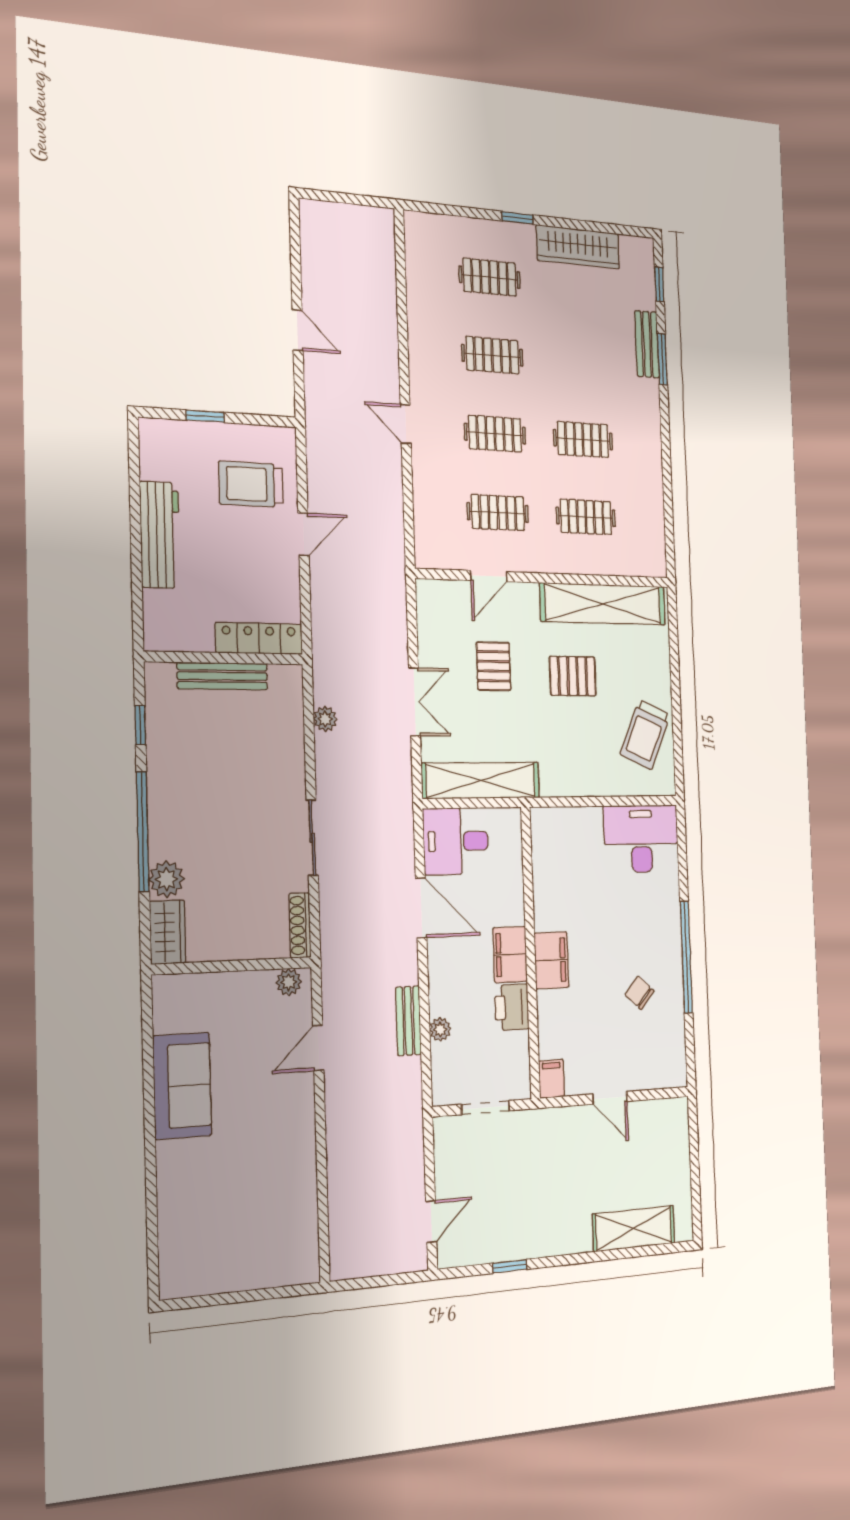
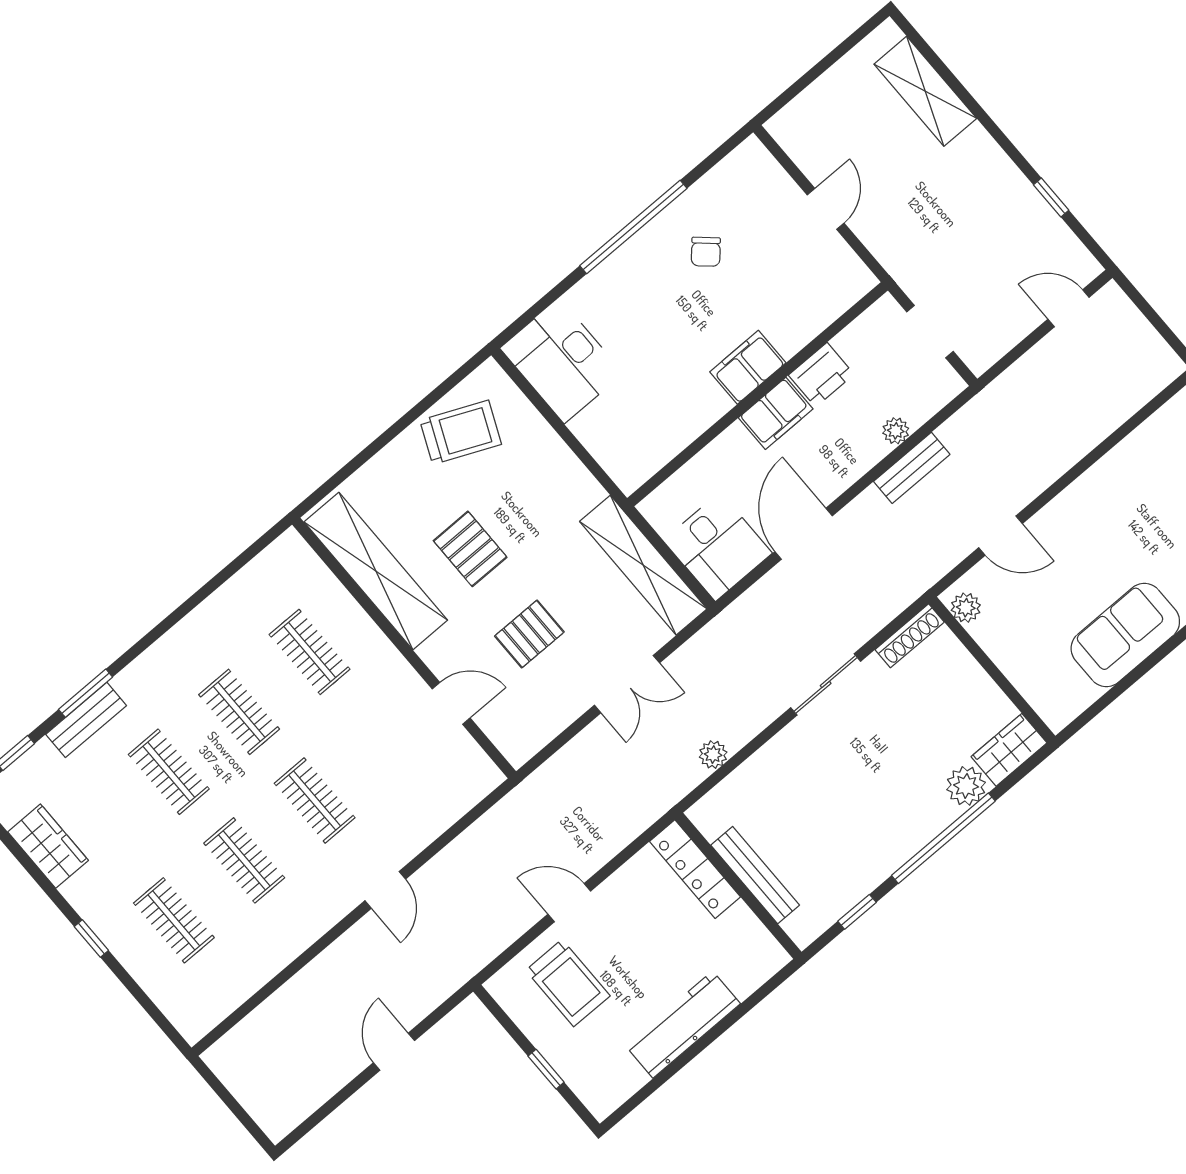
wardrobe: (578, 247) -> (48, 846), width x0.67
clothes rail: (498, 513) -> (169, 772), moved
double door: (415, 702) -> (627, 684), swing flipped
filing cabinet: (552, 1079) -> (854, 284), removed

